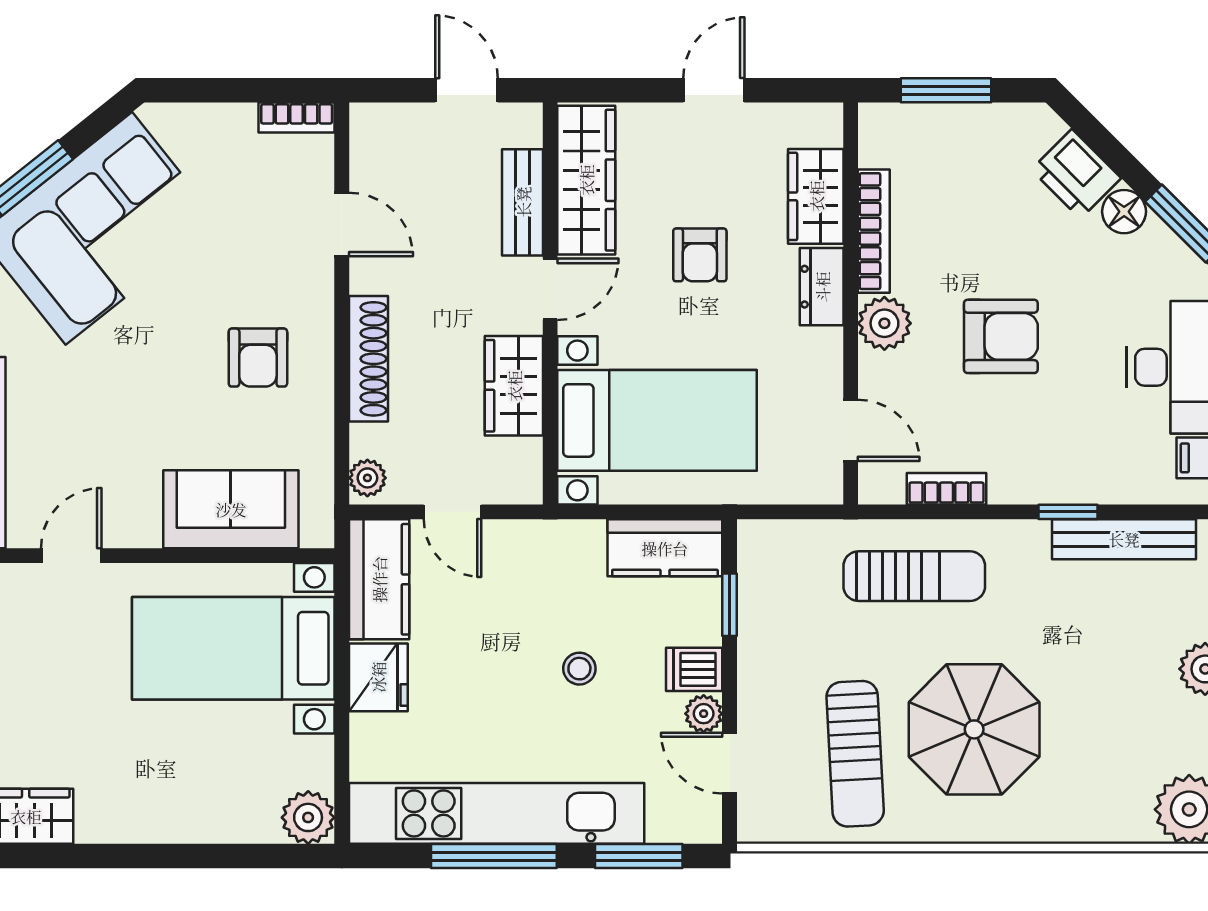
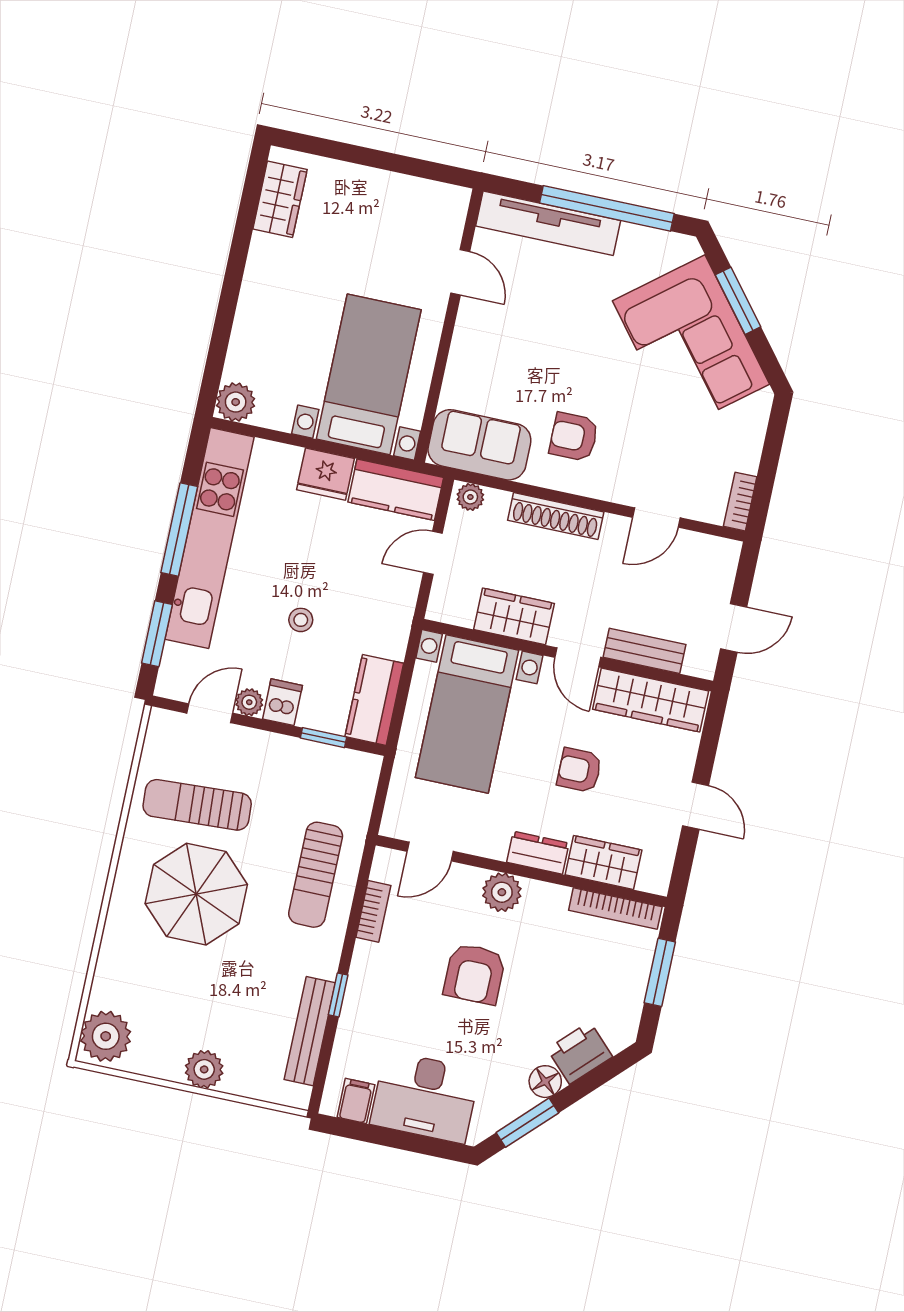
bookcase: (874, 231) -> (615, 909), moved
sofa: (231, 509) -> (479, 445), moved, turned -90

